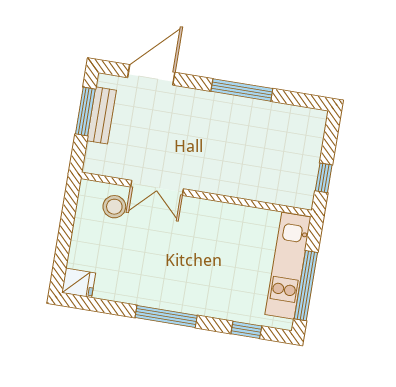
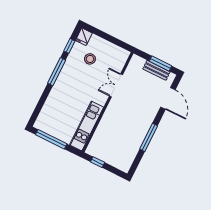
stool: (114, 207) -> (90, 59), moved
kitchen unit: (288, 266) -> (87, 126), moved, turned -90
window: (246, 330) -> (69, 46), moved

